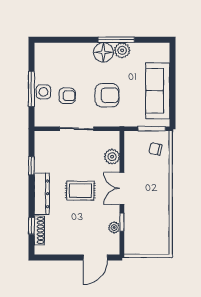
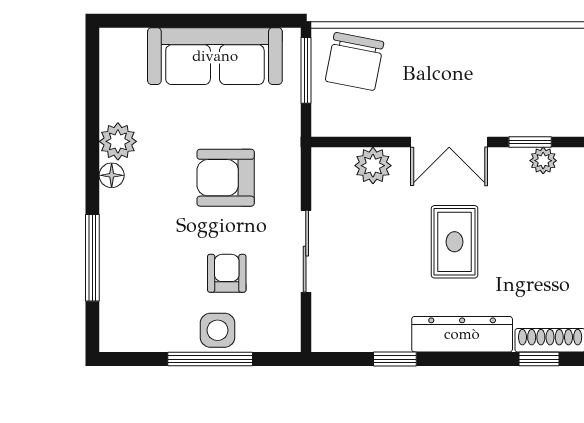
window: (116, 40) -> (92, 258), moved
floor lamp: (103, 52) -> (112, 175), width x0.53, depth x0.53
armchair: (107, 95) -> (226, 178), turned -90
chair: (155, 149) -> (355, 61), width x1.87, depth x1.87

